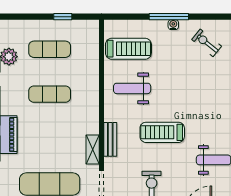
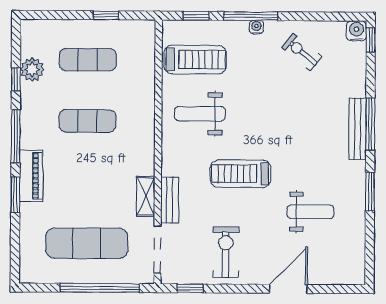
window: (129, 17) -> (196, 16), added
bench: (110, 139) -> (170, 200), moved

